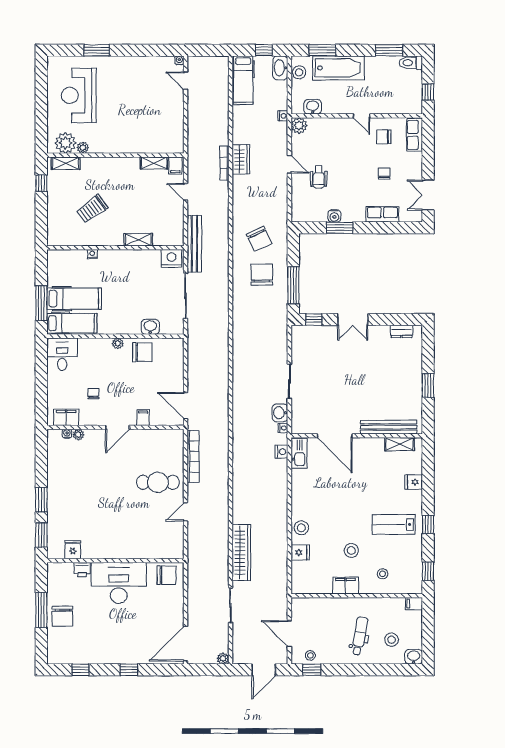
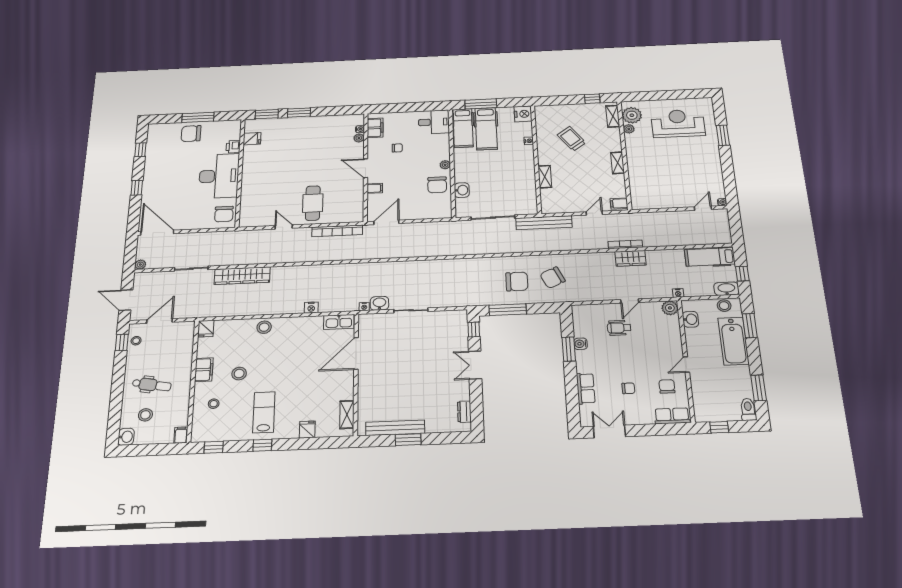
shelving: (154, 163) -> (618, 163), moved
nightstand: (171, 258) -> (523, 114), moved
bench: (389, 427) -> (395, 428), moved, turned 90
nightstand: (281, 452) -> (311, 308), moved
fridge: (300, 552) -> (206, 329), moved

